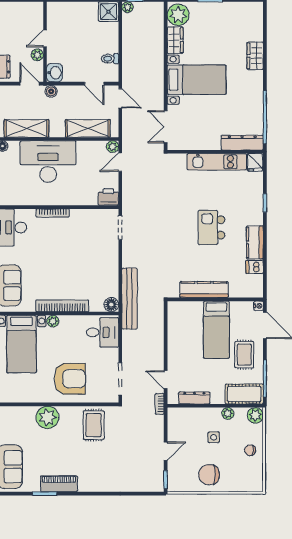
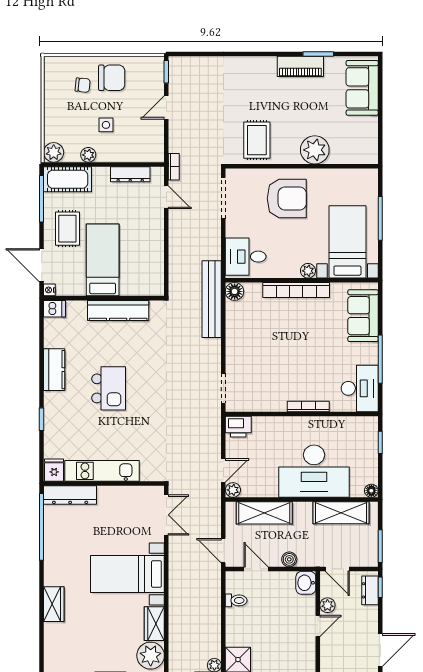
boiler: (51, 91) -> (289, 559), moved
dishwasher: (255, 267) -> (55, 309), moved
armchair: (70, 379) -> (287, 198), turned 180
chair: (250, 450) -> (83, 85), moved

